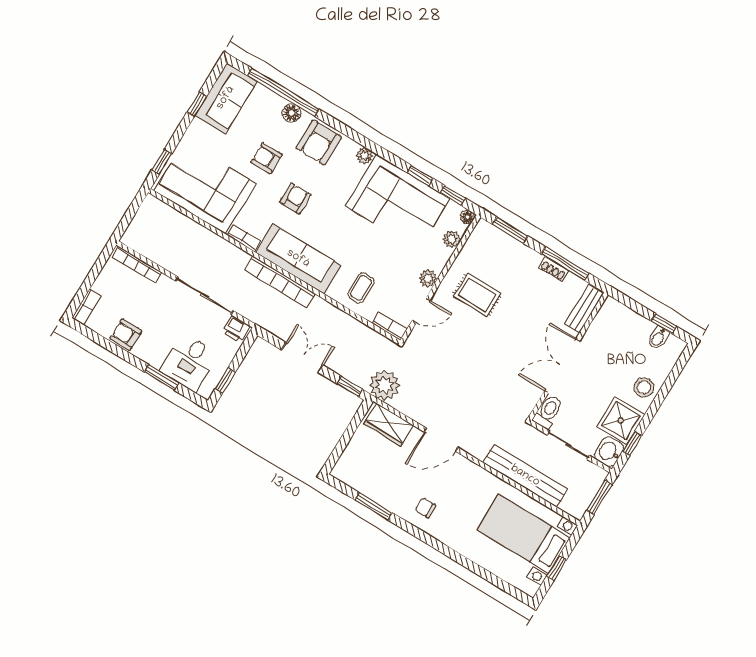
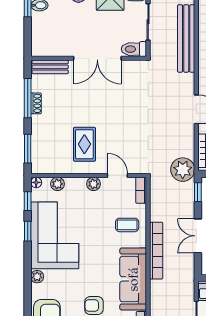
bookcase: (280, 282) -> (156, 251), moved

